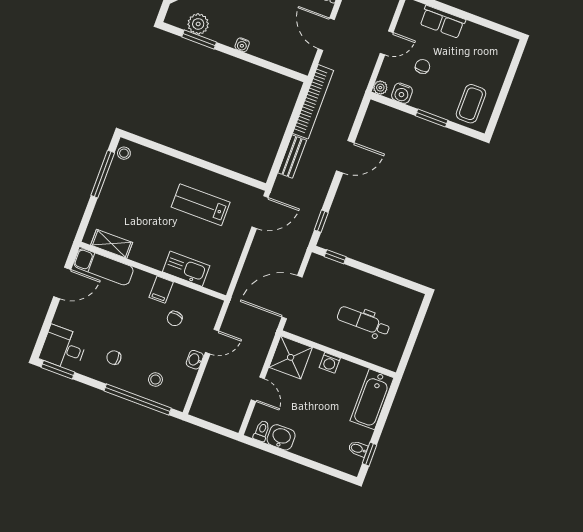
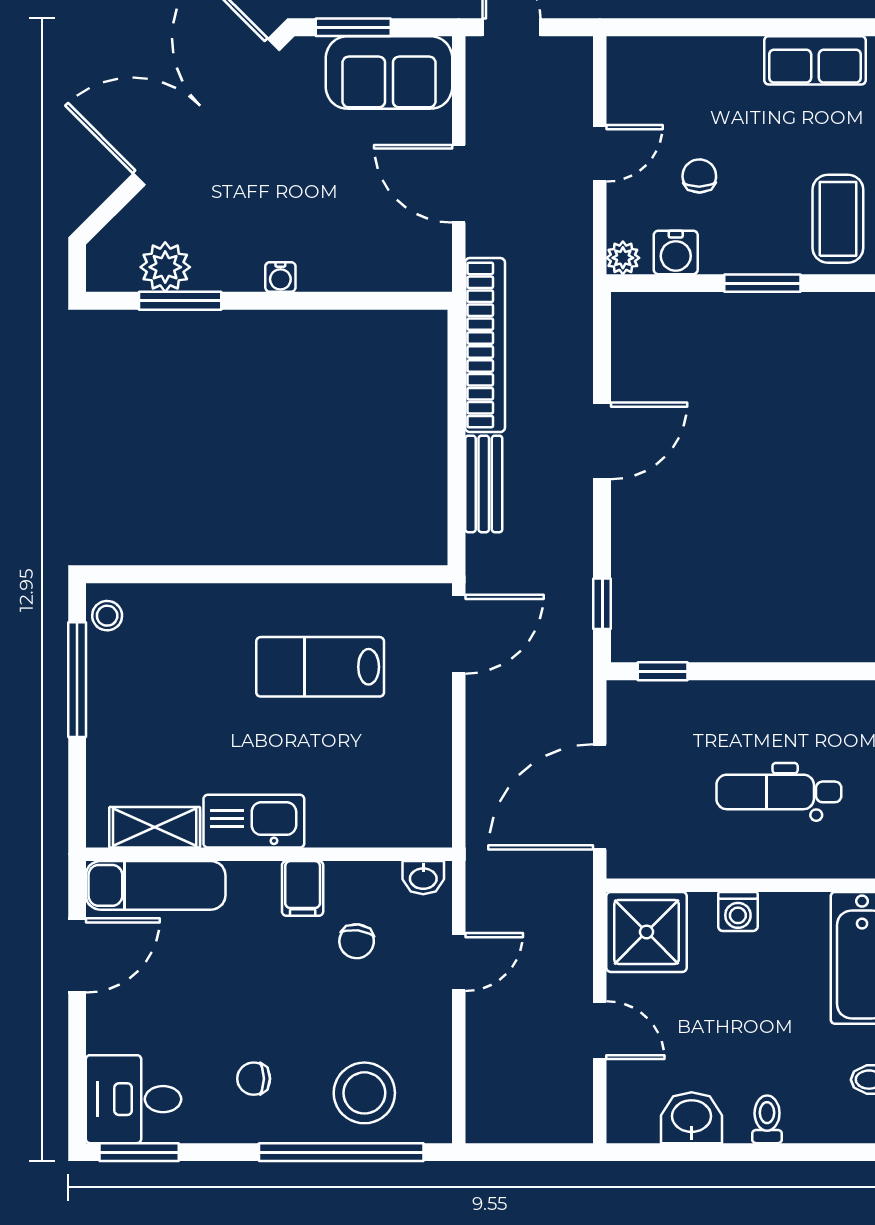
row of seats: (442, 22) -> (815, 60), moved
kitchen sink: (186, 269) -> (254, 821), moved
washbasin: (195, 360) -> (423, 878), moved, turned -90
stool: (155, 380) -> (364, 1093), width x1.89, depth x1.89
toilet: (262, 431) -> (767, 1119), moved

